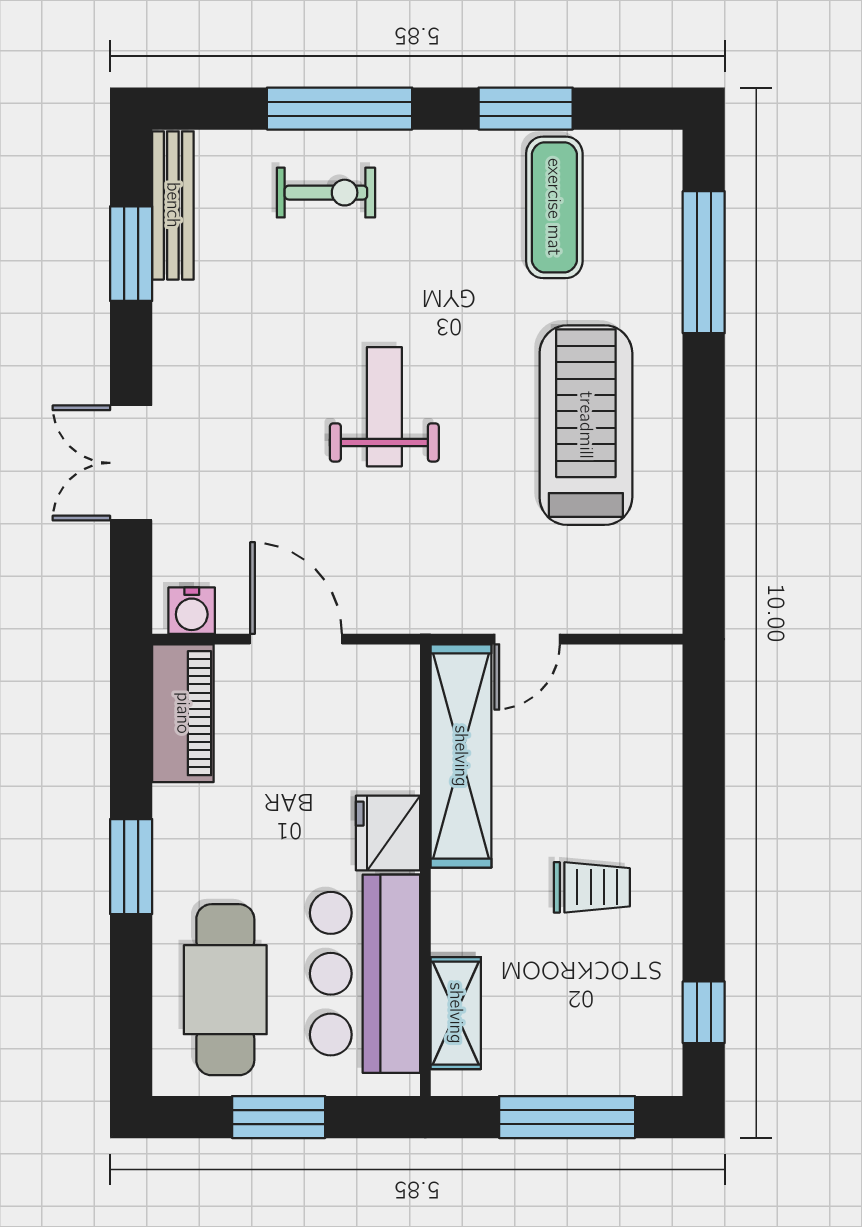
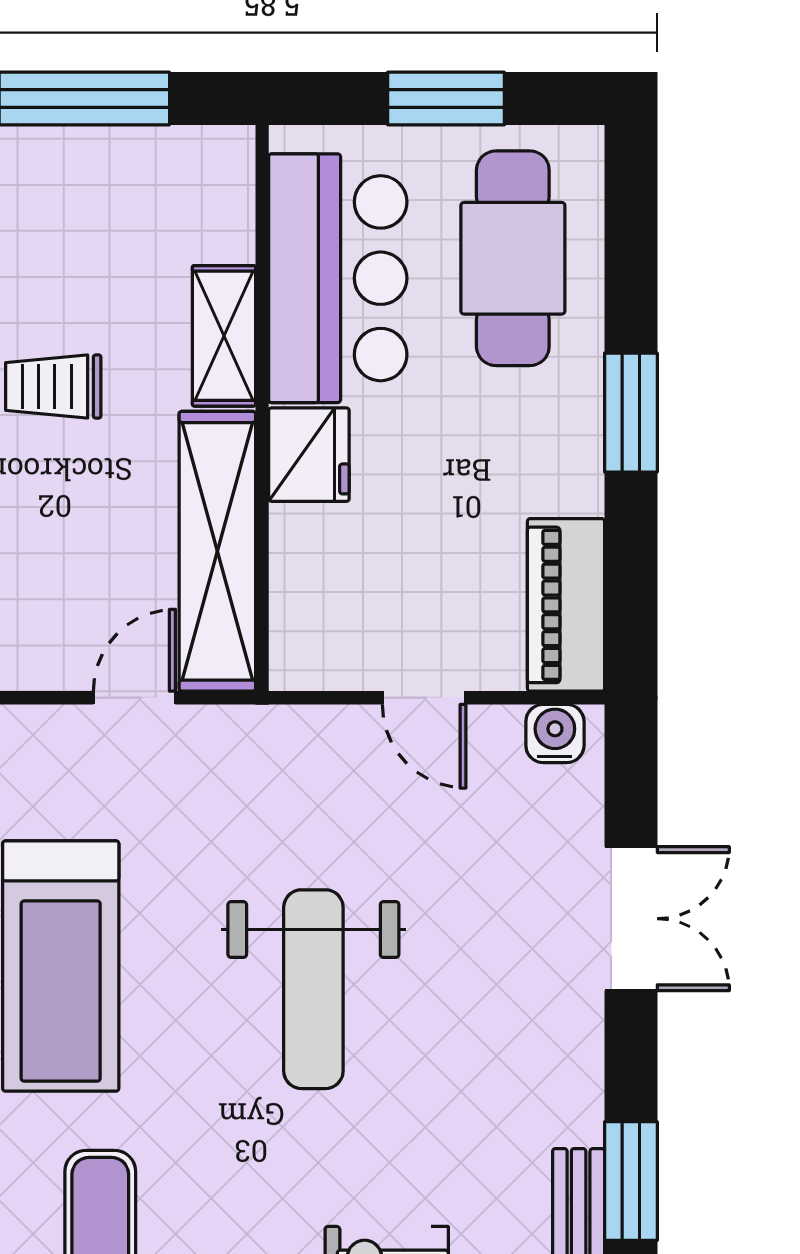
weight bench: (384, 407) -> (313, 989), width x1.36, depth x1.33
door: (296, 639) -> (424, 698), width x0.73
shelving: (456, 1013) -> (224, 336), moved

